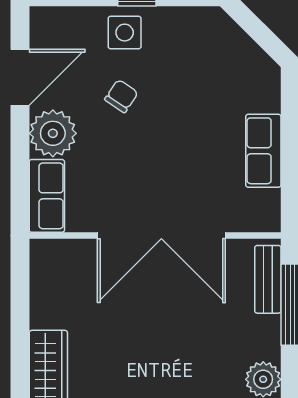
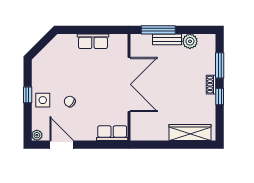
plant: (53, 133) -> (37, 135), moved, width x0.53, depth x0.53
bench: (268, 279) -> (167, 39), moved

